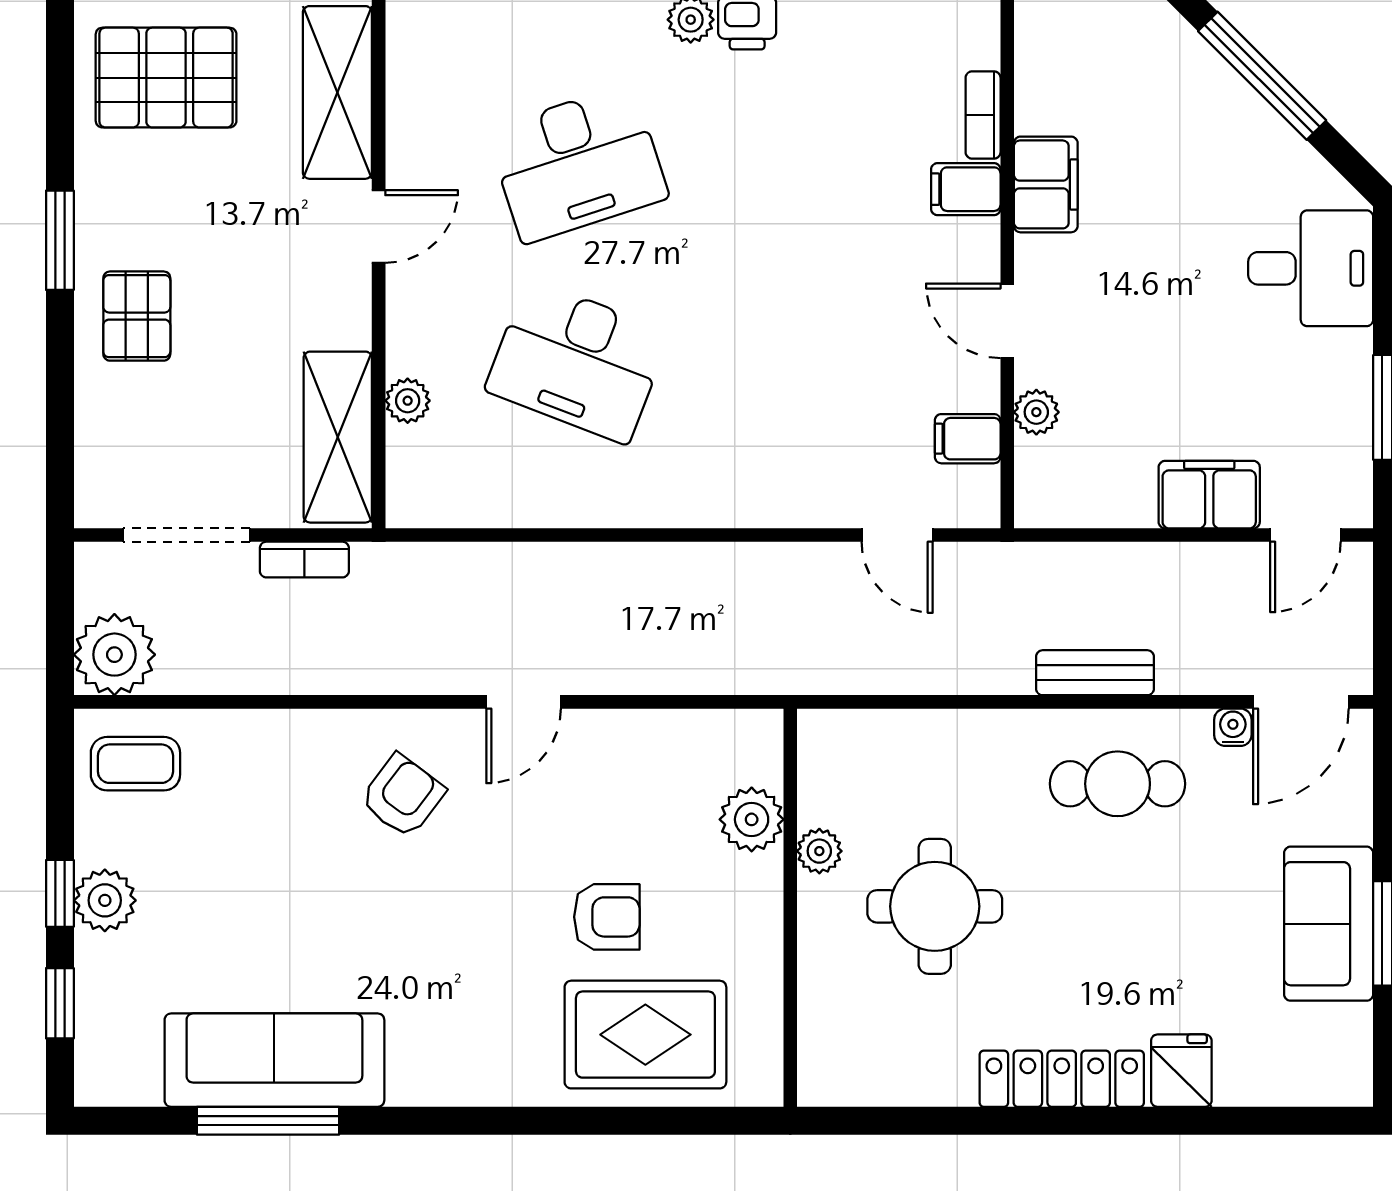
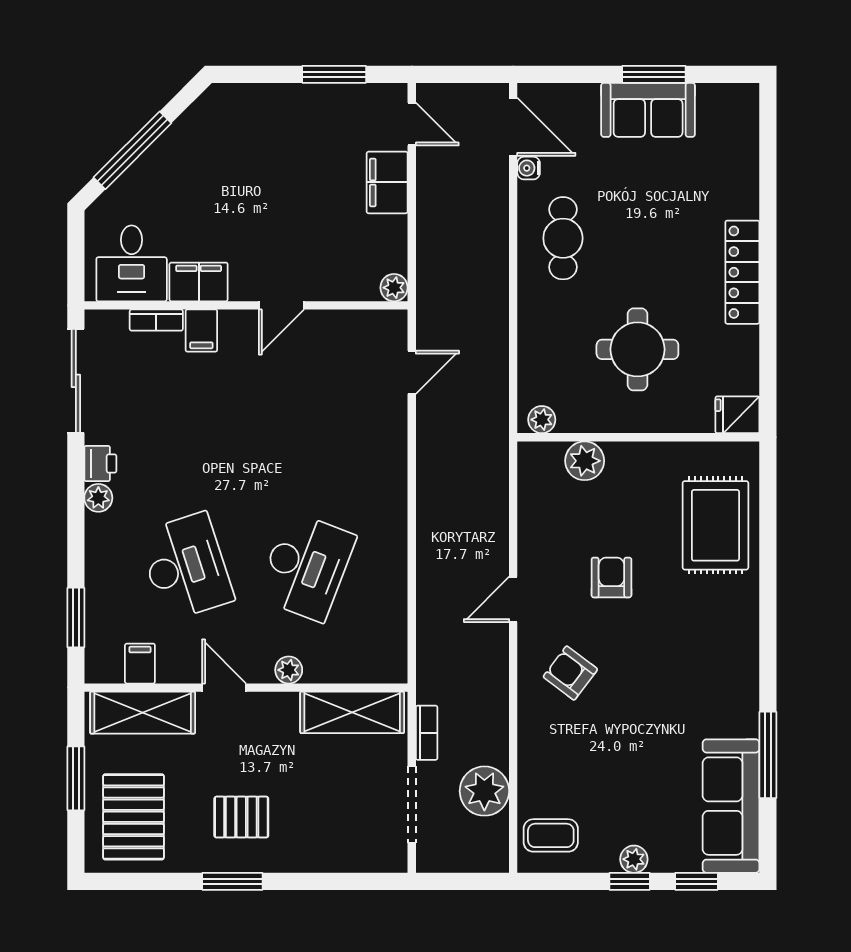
desk: (1311, 268) -> (132, 263), moved, turned 180
pallet: (137, 316) -> (241, 817), moved
plant: (408, 401) -> (289, 670), moved
plant: (1036, 412) -> (394, 288), moved
filing cabinet: (968, 439) -> (140, 664), moved, turned 180
plant: (114, 655) -> (484, 791), moved
bench: (1095, 673) -> (495, 252), removed
door: (524, 702) -> (513, 599), swing flipped
coffee table: (135, 764) -> (551, 835), turned 90
plant: (819, 851) -> (542, 420), moved
plant: (105, 900) -> (634, 859), width x0.73, depth x0.73
armchair: (607, 917) -> (611, 577), moved
sofa: (274, 1060) -> (731, 806), moved
fridge: (1181, 1071) -> (737, 415), moved

